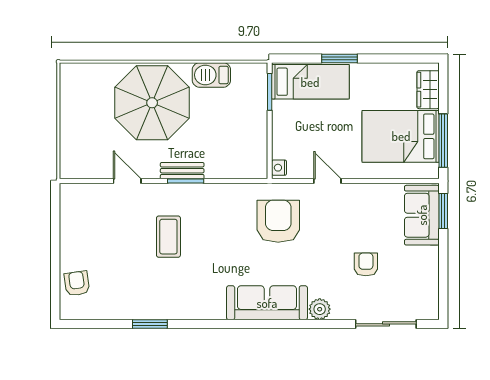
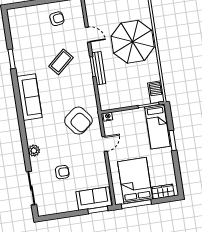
barbecue: (211, 75) -> (156, 92), moved
bench: (182, 171) -> (99, 68), width x1.36
door: (127, 181) -> (88, 35), hinge flipped
armchair: (278, 221) -> (78, 121), turned 52
coffee table: (168, 237) -> (61, 62), turned -41
armchair: (77, 283) -> (57, 19), moved
sofa: (267, 303) -> (29, 97), moved

